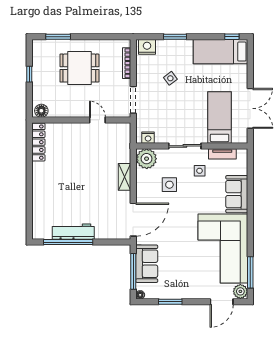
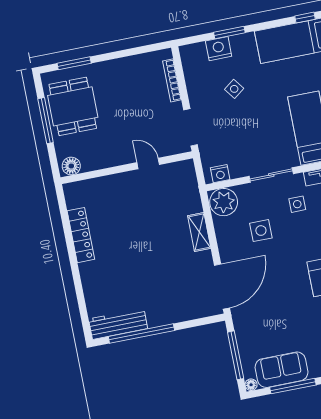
nightstand: (147, 47) -> (219, 49), moved
dining table: (79, 68) -> (73, 106), moved, turned 90
window: (29, 74) -> (46, 121), width x2.17
locker: (38, 142) -> (81, 235), moved
workbench: (73, 232) -> (118, 324), moved
sofa: (147, 264) -> (282, 370), moved, turned -90
window: (170, 302) -> (293, 386), width x1.44

